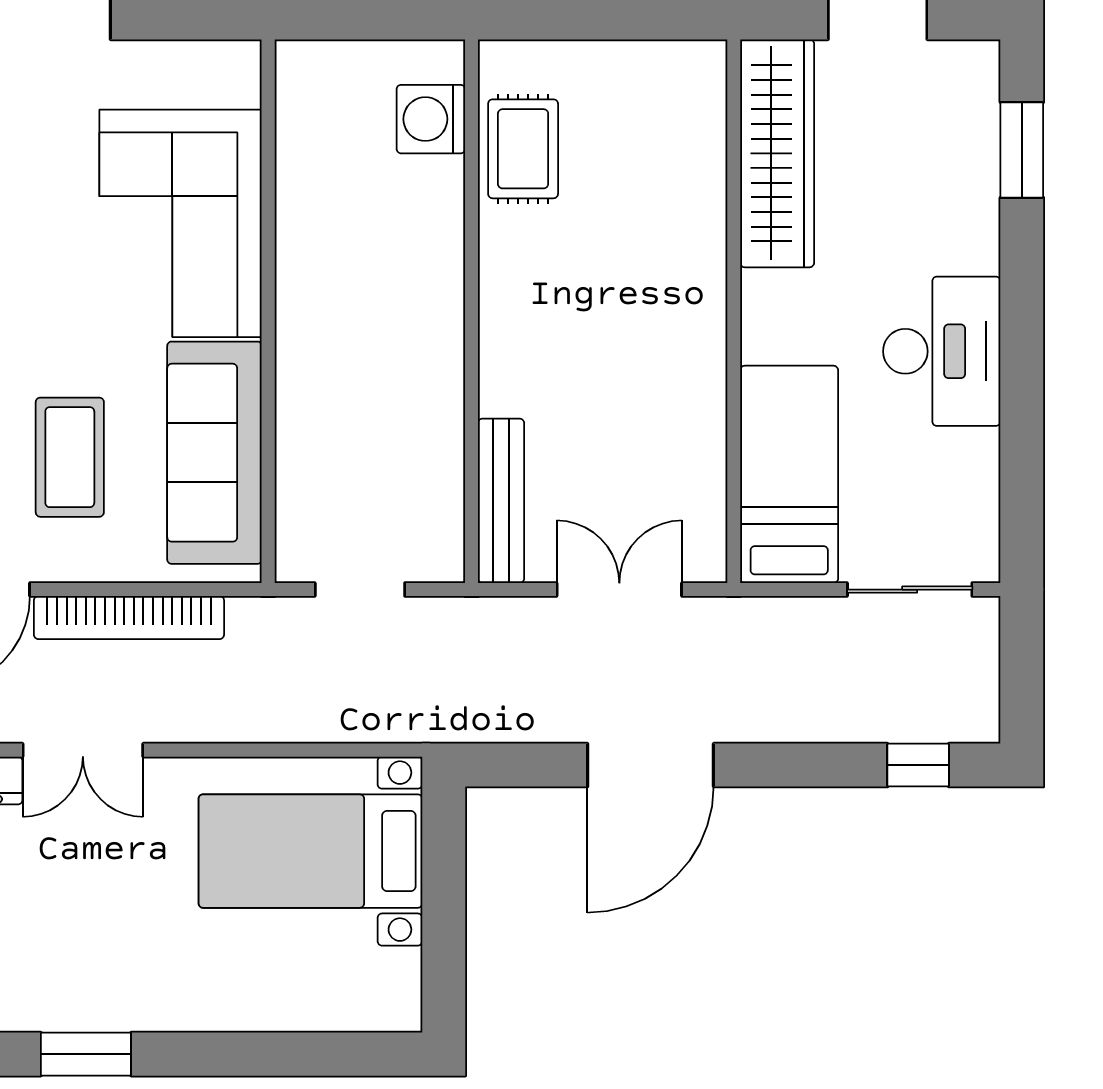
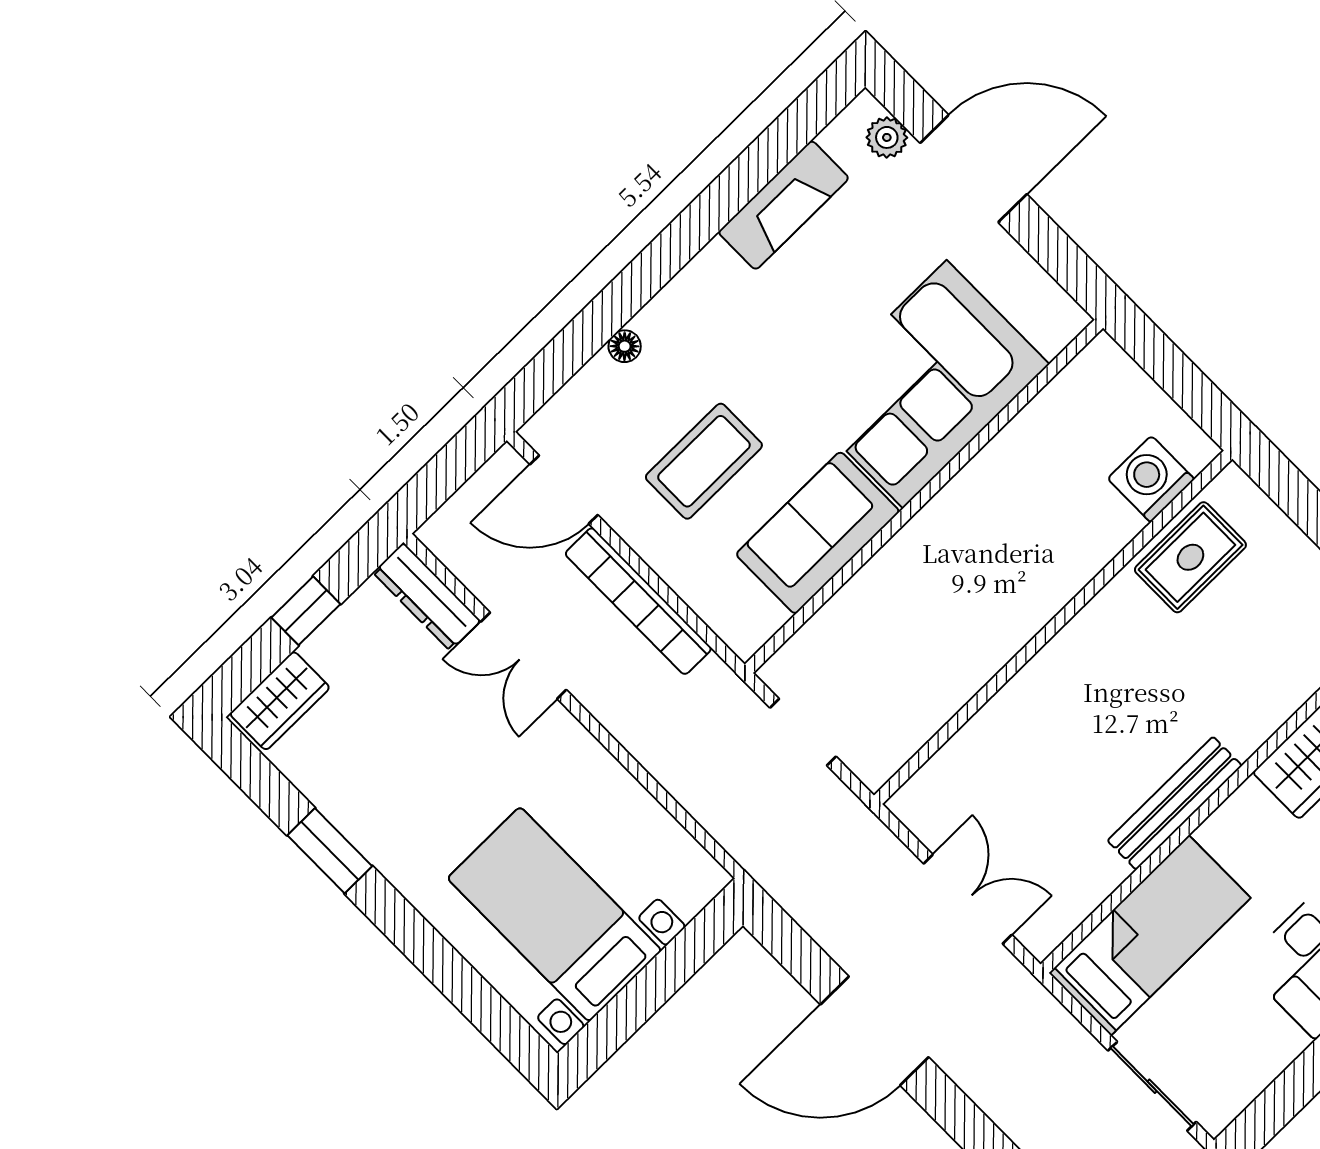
sofa: (214, 453) -> (818, 533), width x0.73
bench: (501, 501) -> (1175, 803), moved
bed with nightstands: (310, 851) -> (554, 914), moved

